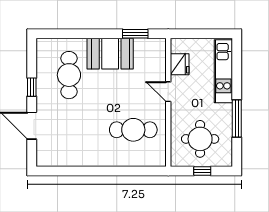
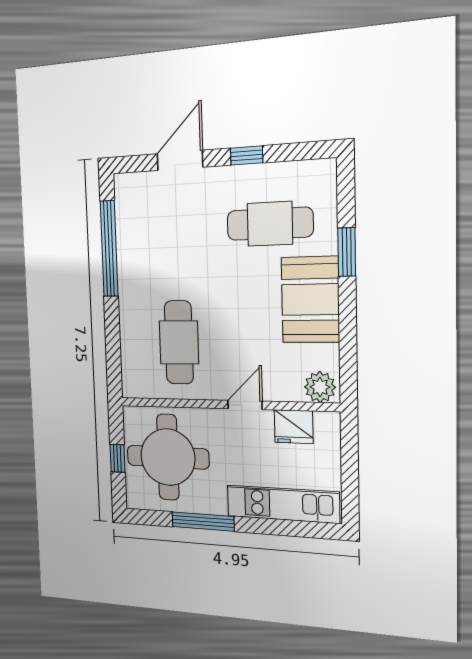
window: (135, 34) -> (347, 252), moved
plant: (157, 49) -> (320, 387), added
round table: (200, 139) -> (168, 457), width x1.36, depth x1.36
window: (79, 171) -> (109, 249), added

